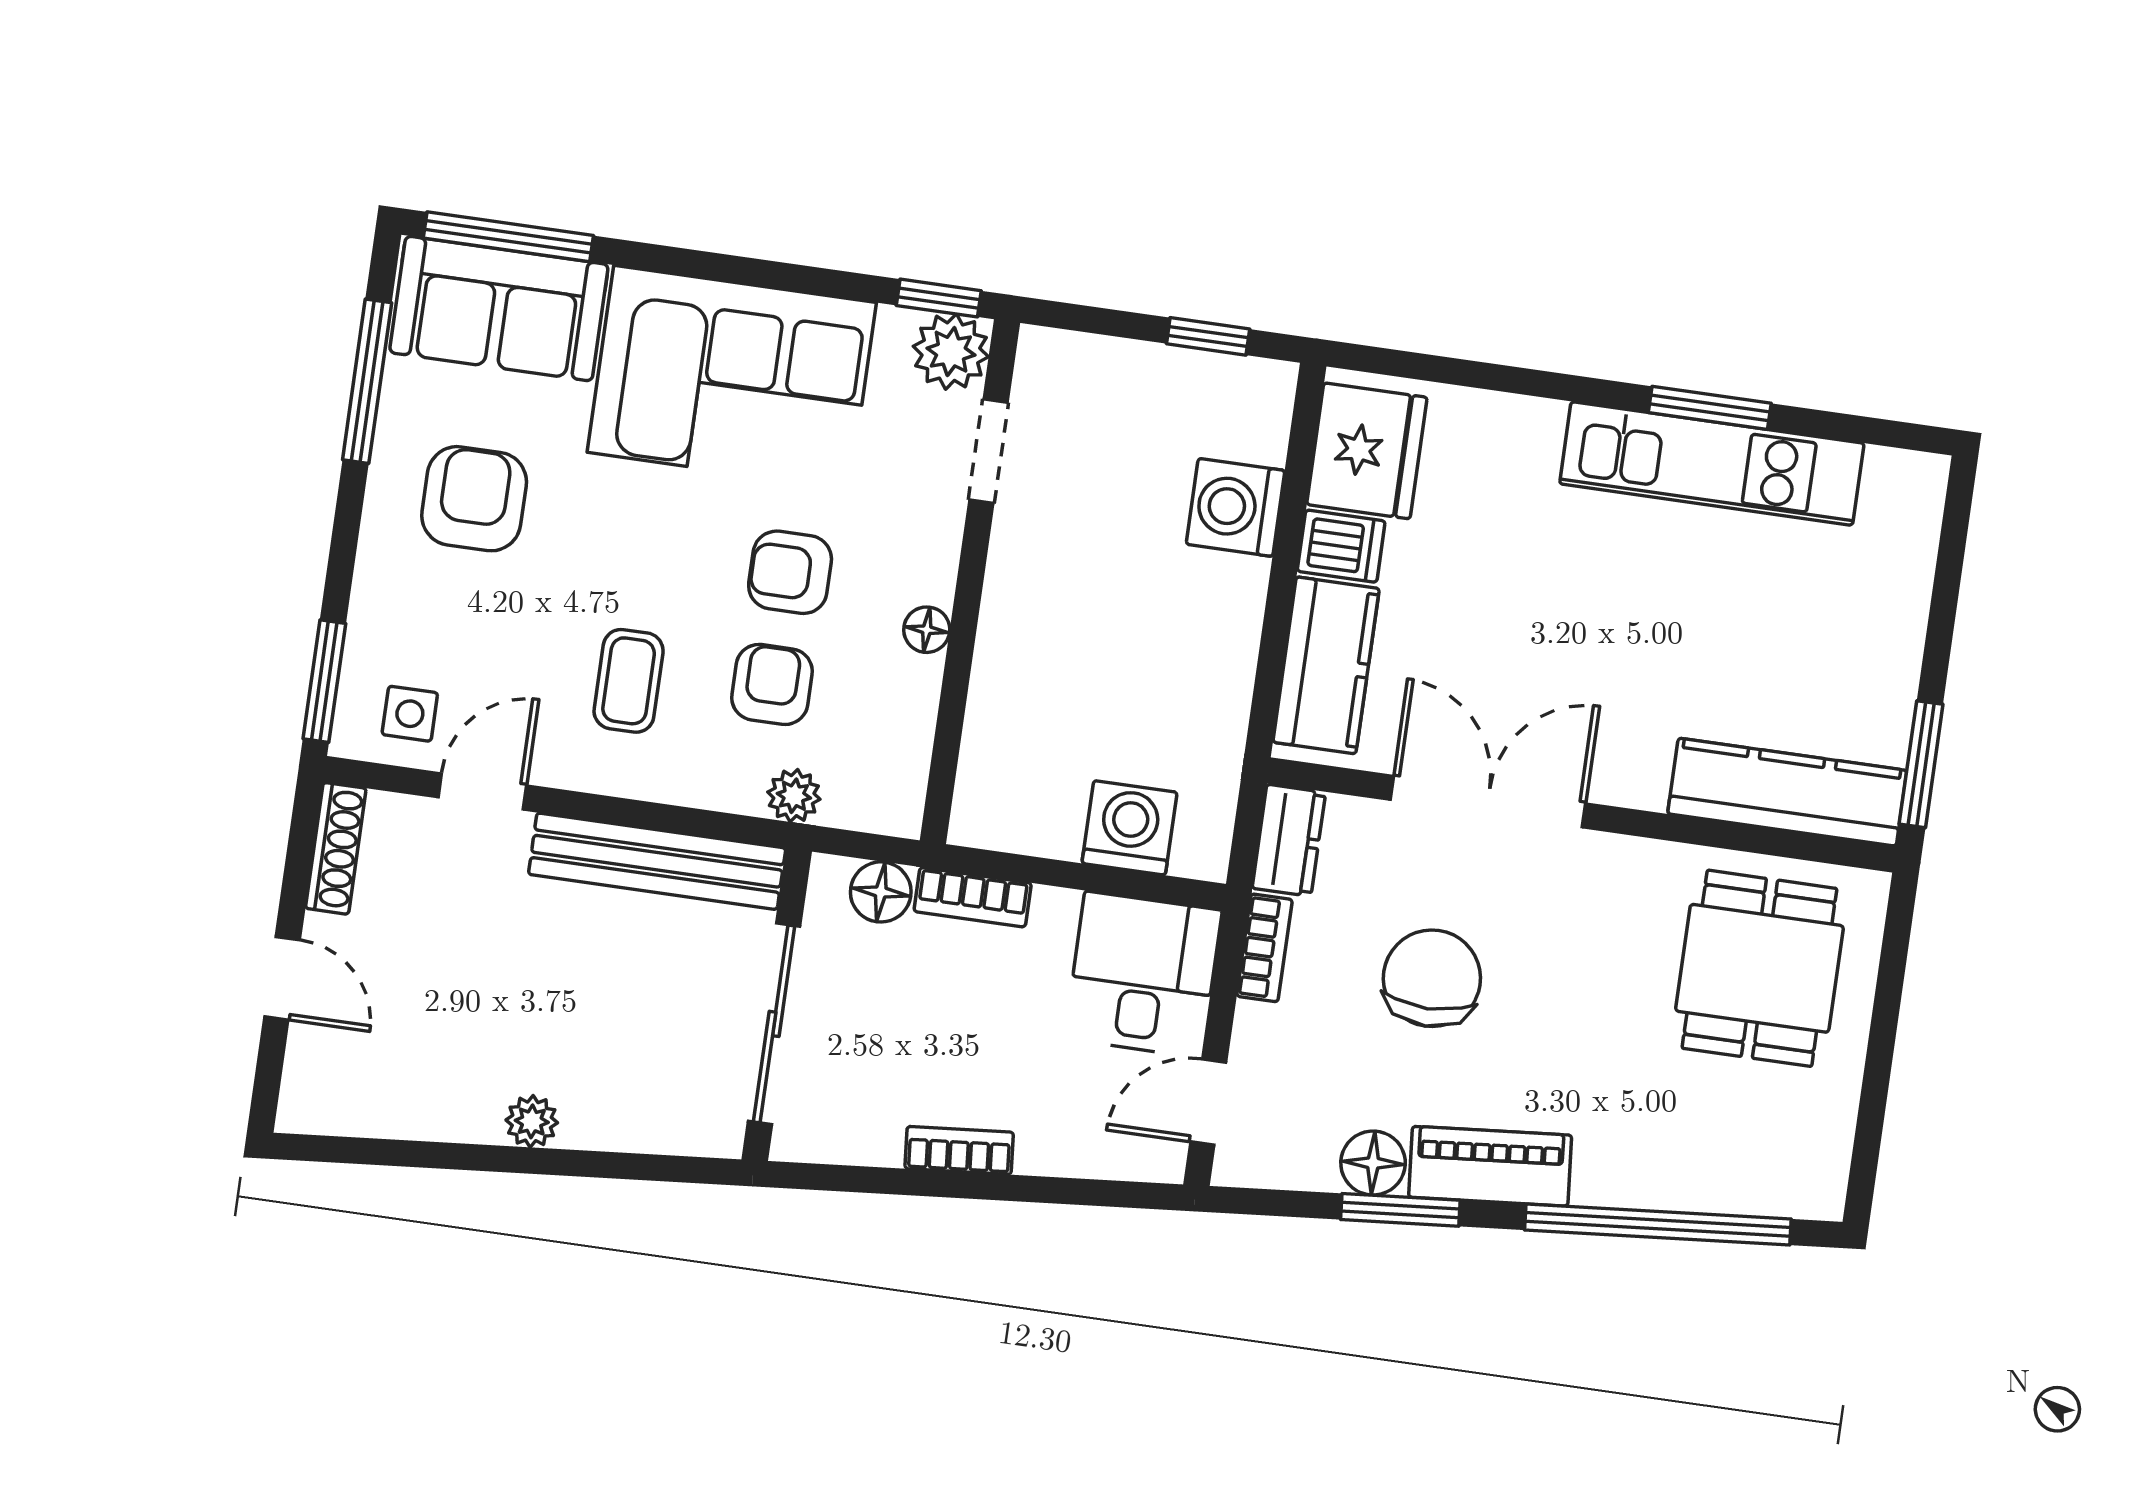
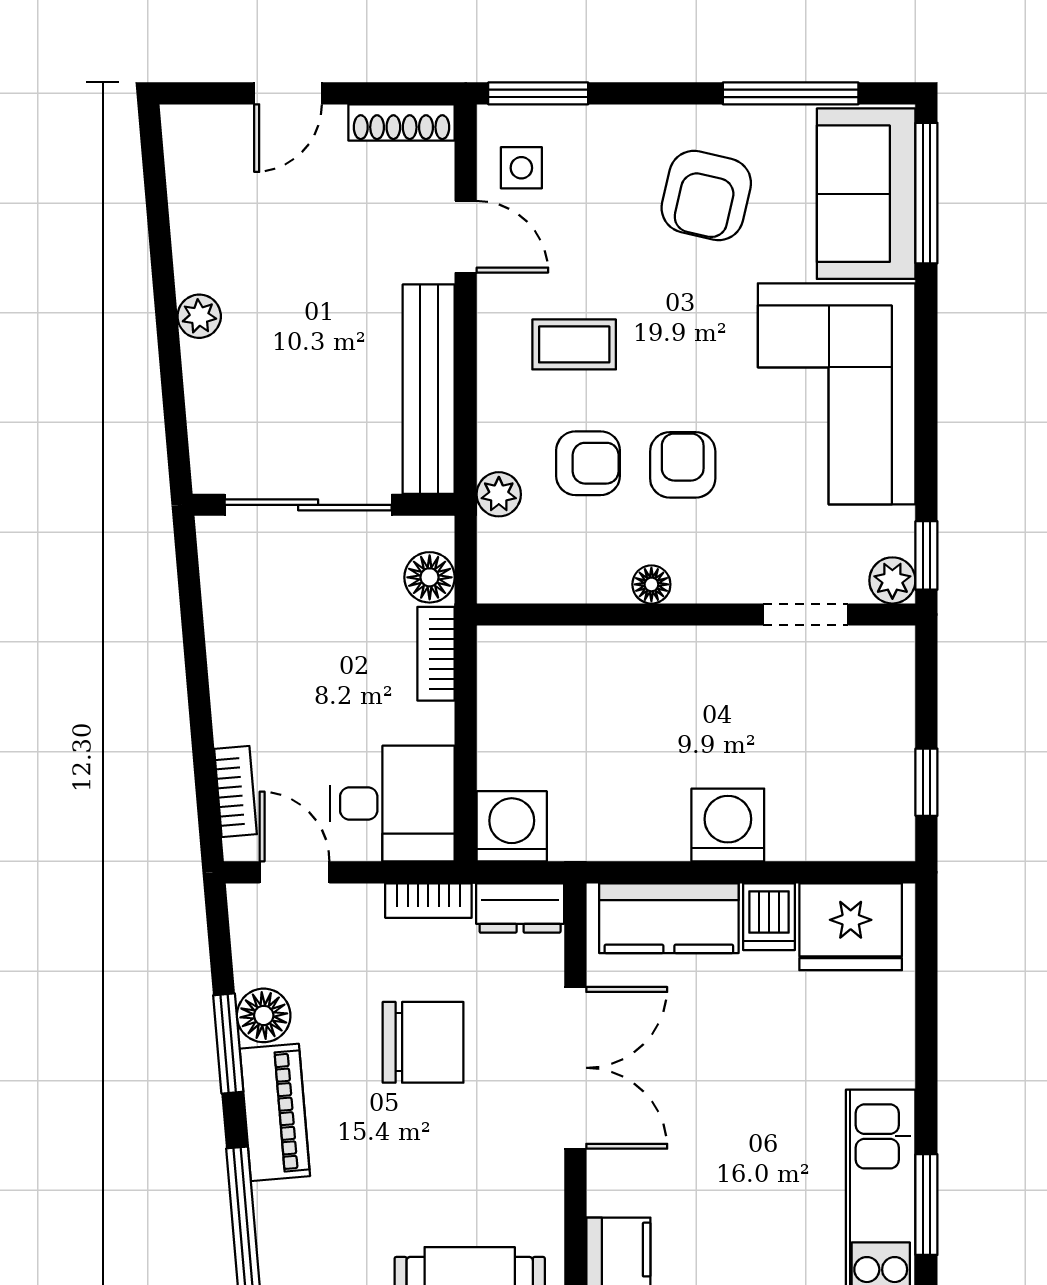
plant: (951, 352) -> (892, 580), width x0.73, depth x0.73
armchair: (474, 499) -> (706, 196), turned 103
washing machine: (1236, 507) -> (728, 825), moved
washing machine: (1130, 828) -> (512, 826), moved, turned -90
bookcase: (959, 1150) -> (236, 792), moved

